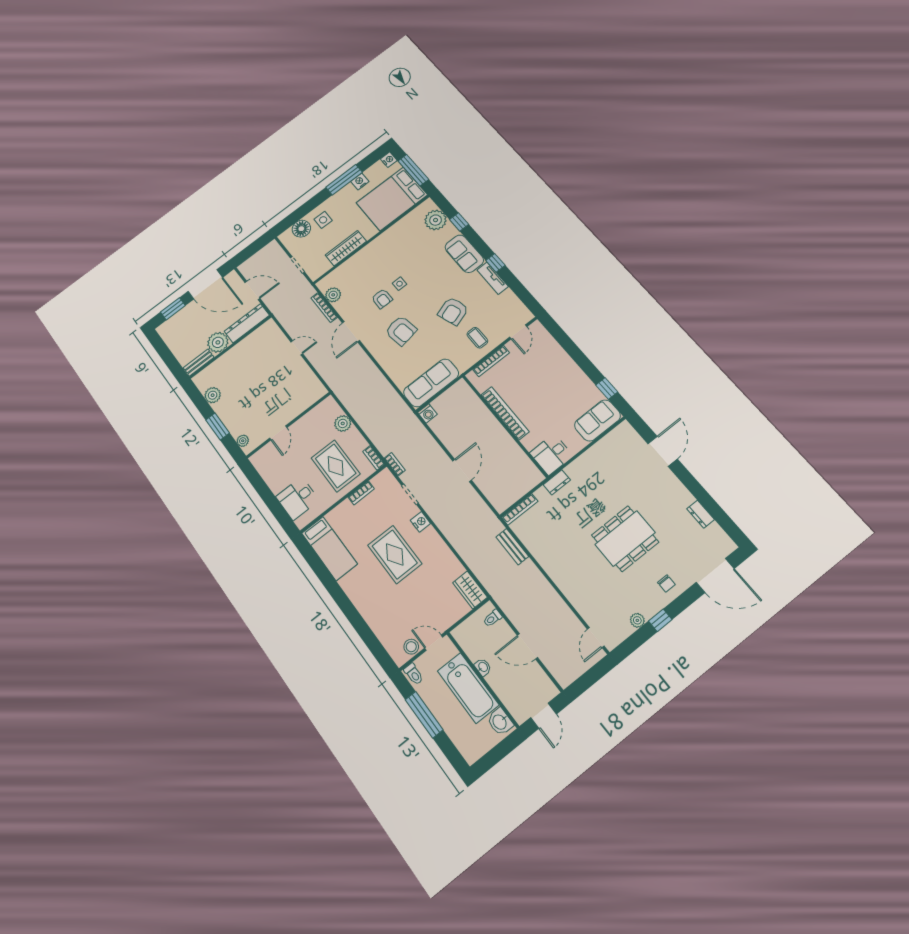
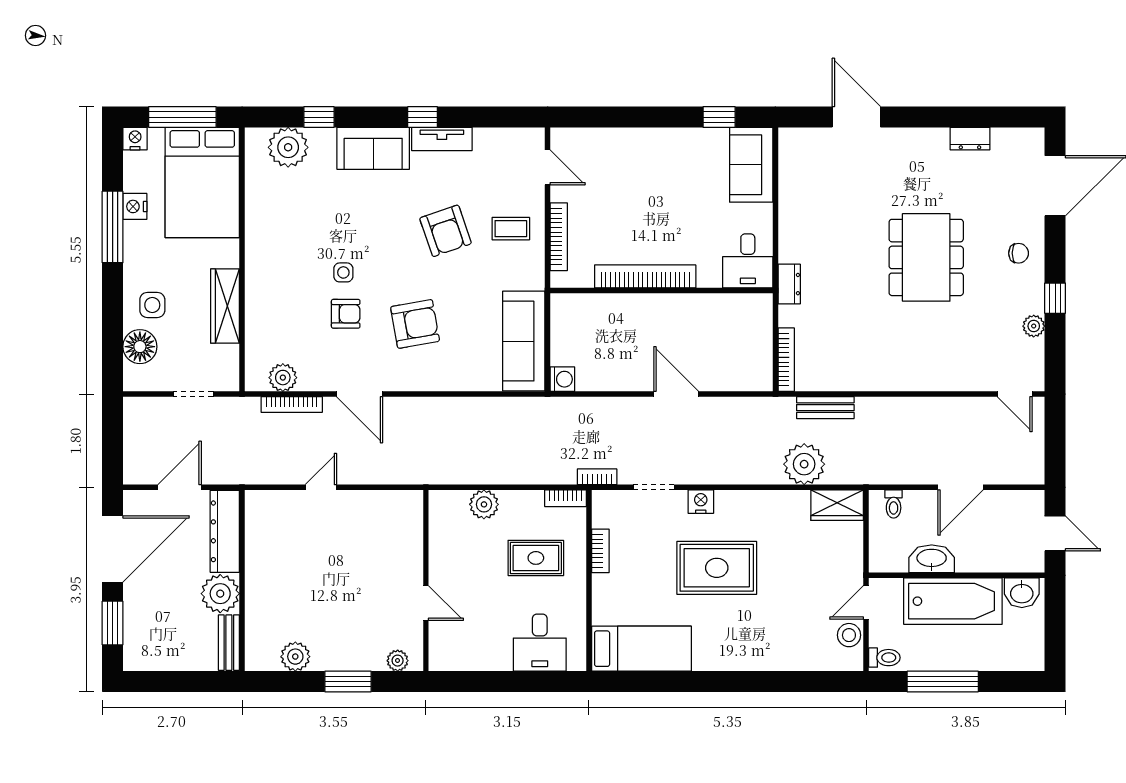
rug: (336, 466) -> (536, 558), width x0.73, depth x0.70
plant: (477, 558) -> (804, 464), added
washbasin: (483, 667) -> (932, 559), width x1.91, depth x1.45

